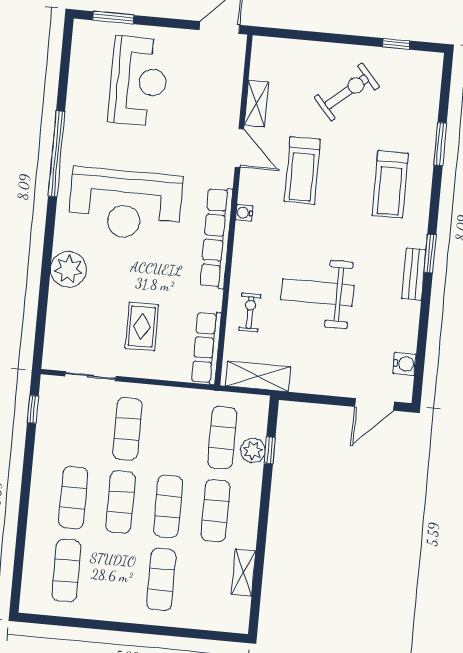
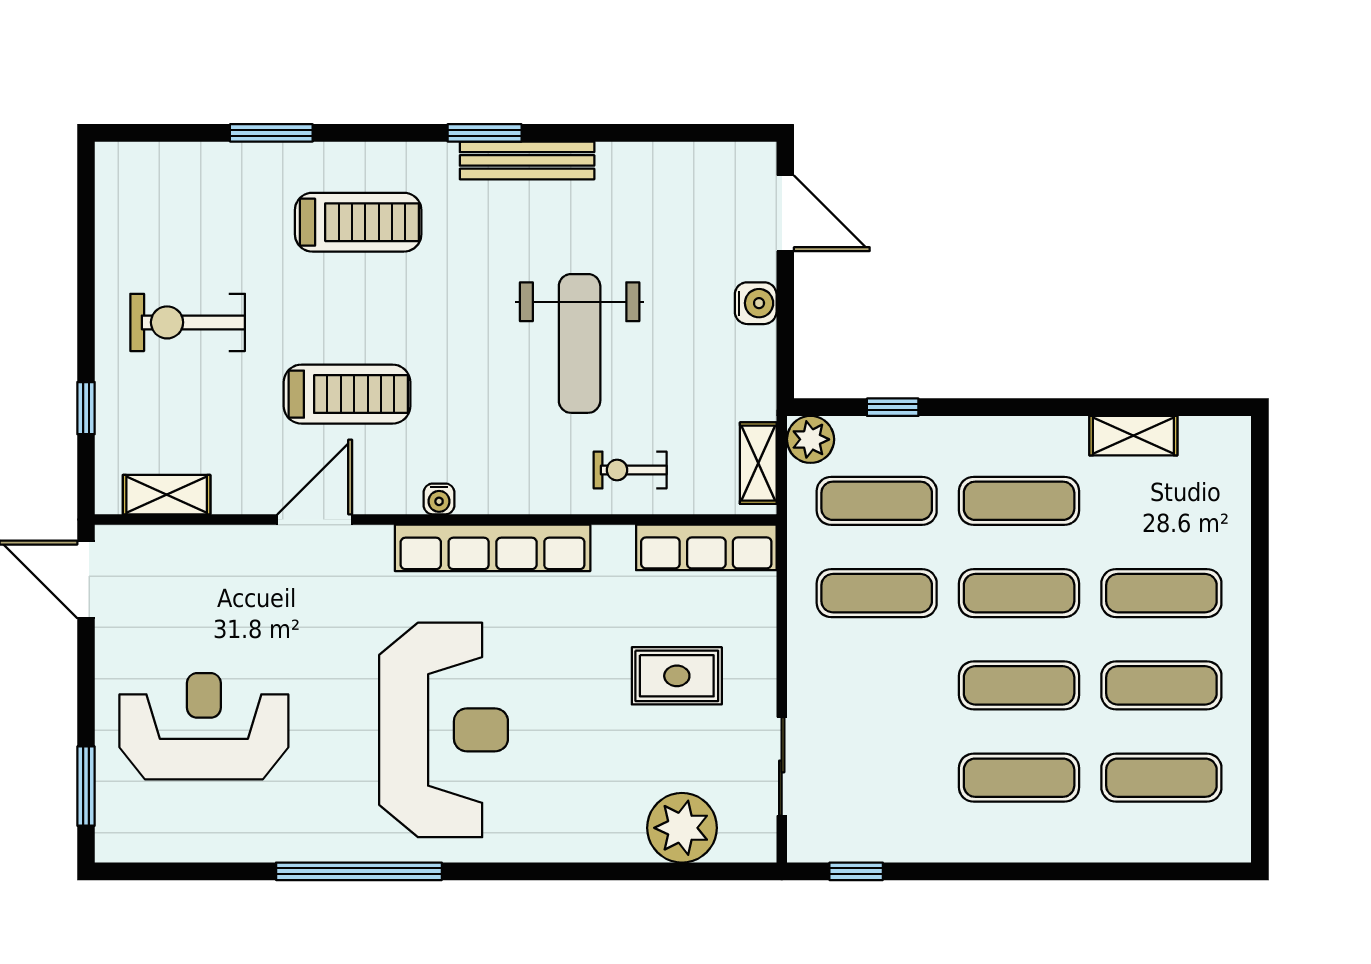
window: (396, 44) -> (86, 408), moved
exercise bike: (347, 92) -> (188, 322), turned -49
shelving: (256, 104) -> (167, 495), moved
plant: (68, 269) -> (682, 828), moved
bench: (414, 274) -> (527, 160), width x1.36
water cooler: (404, 364) -> (756, 303), moved, turned 90
shelving: (258, 376) -> (758, 463), width x0.67, depth x0.75
exercise mat: (127, 429) -> (877, 593), moved
plant: (253, 451) -> (811, 439), moved
exercise mat: (114, 575) -> (1161, 685), added

